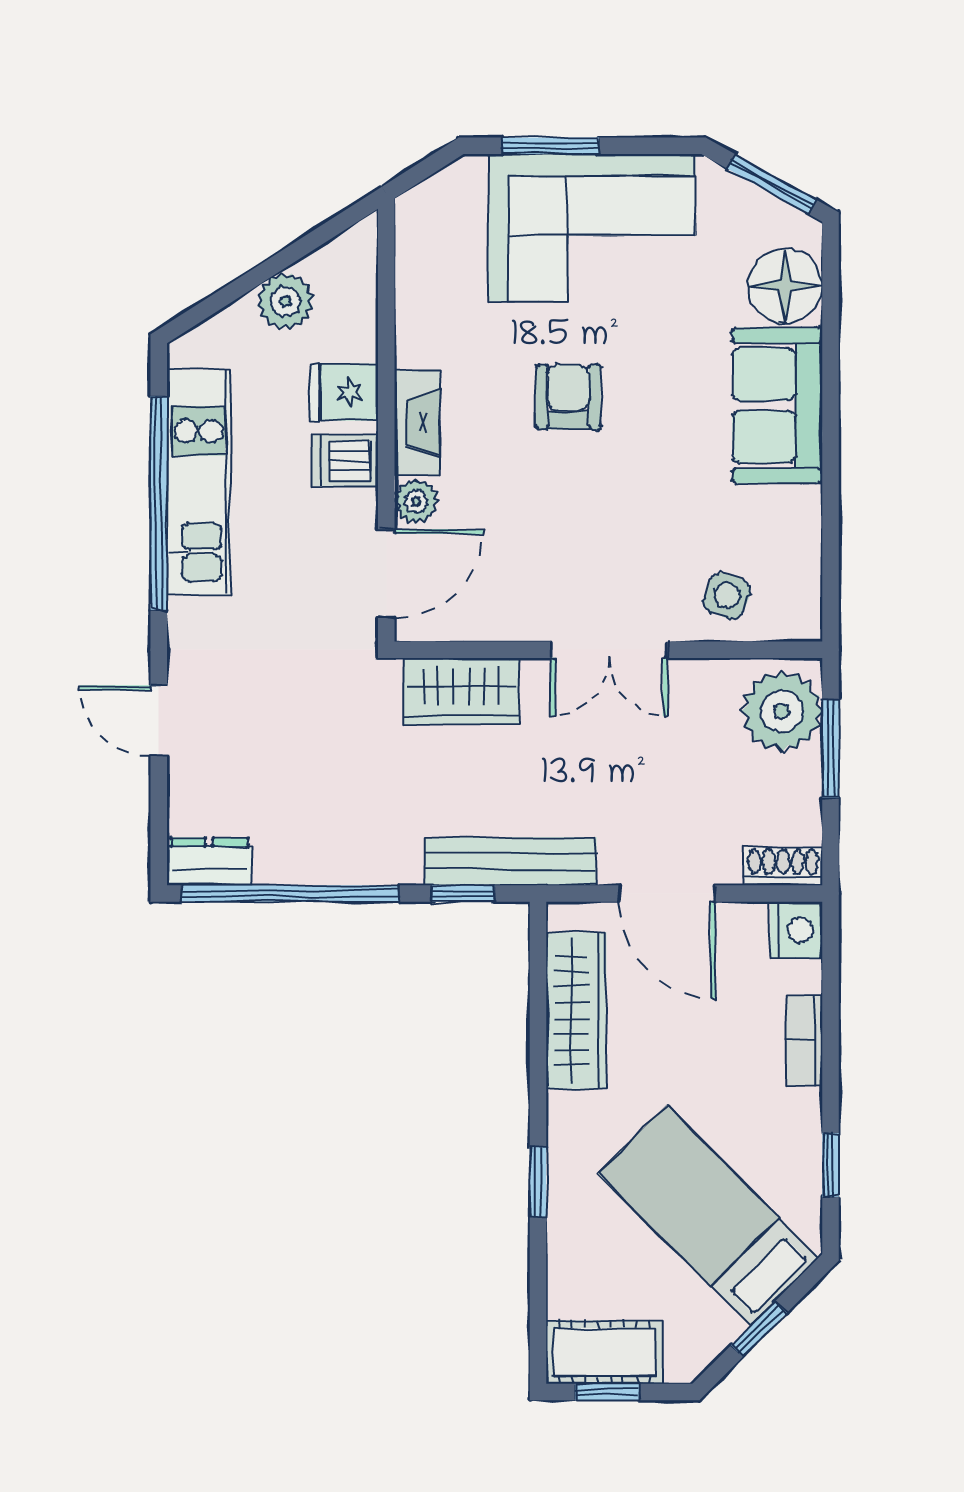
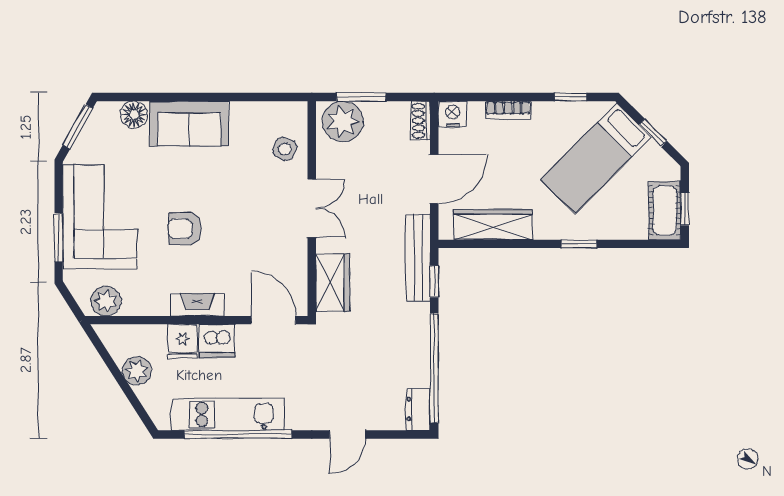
floor lamp: (785, 286) -> (134, 115), width x0.73, depth x0.73
dishwasher: (345, 461) -> (217, 341), width x1.38
plant: (416, 501) -> (106, 301), moved, width x1.38, depth x1.38

